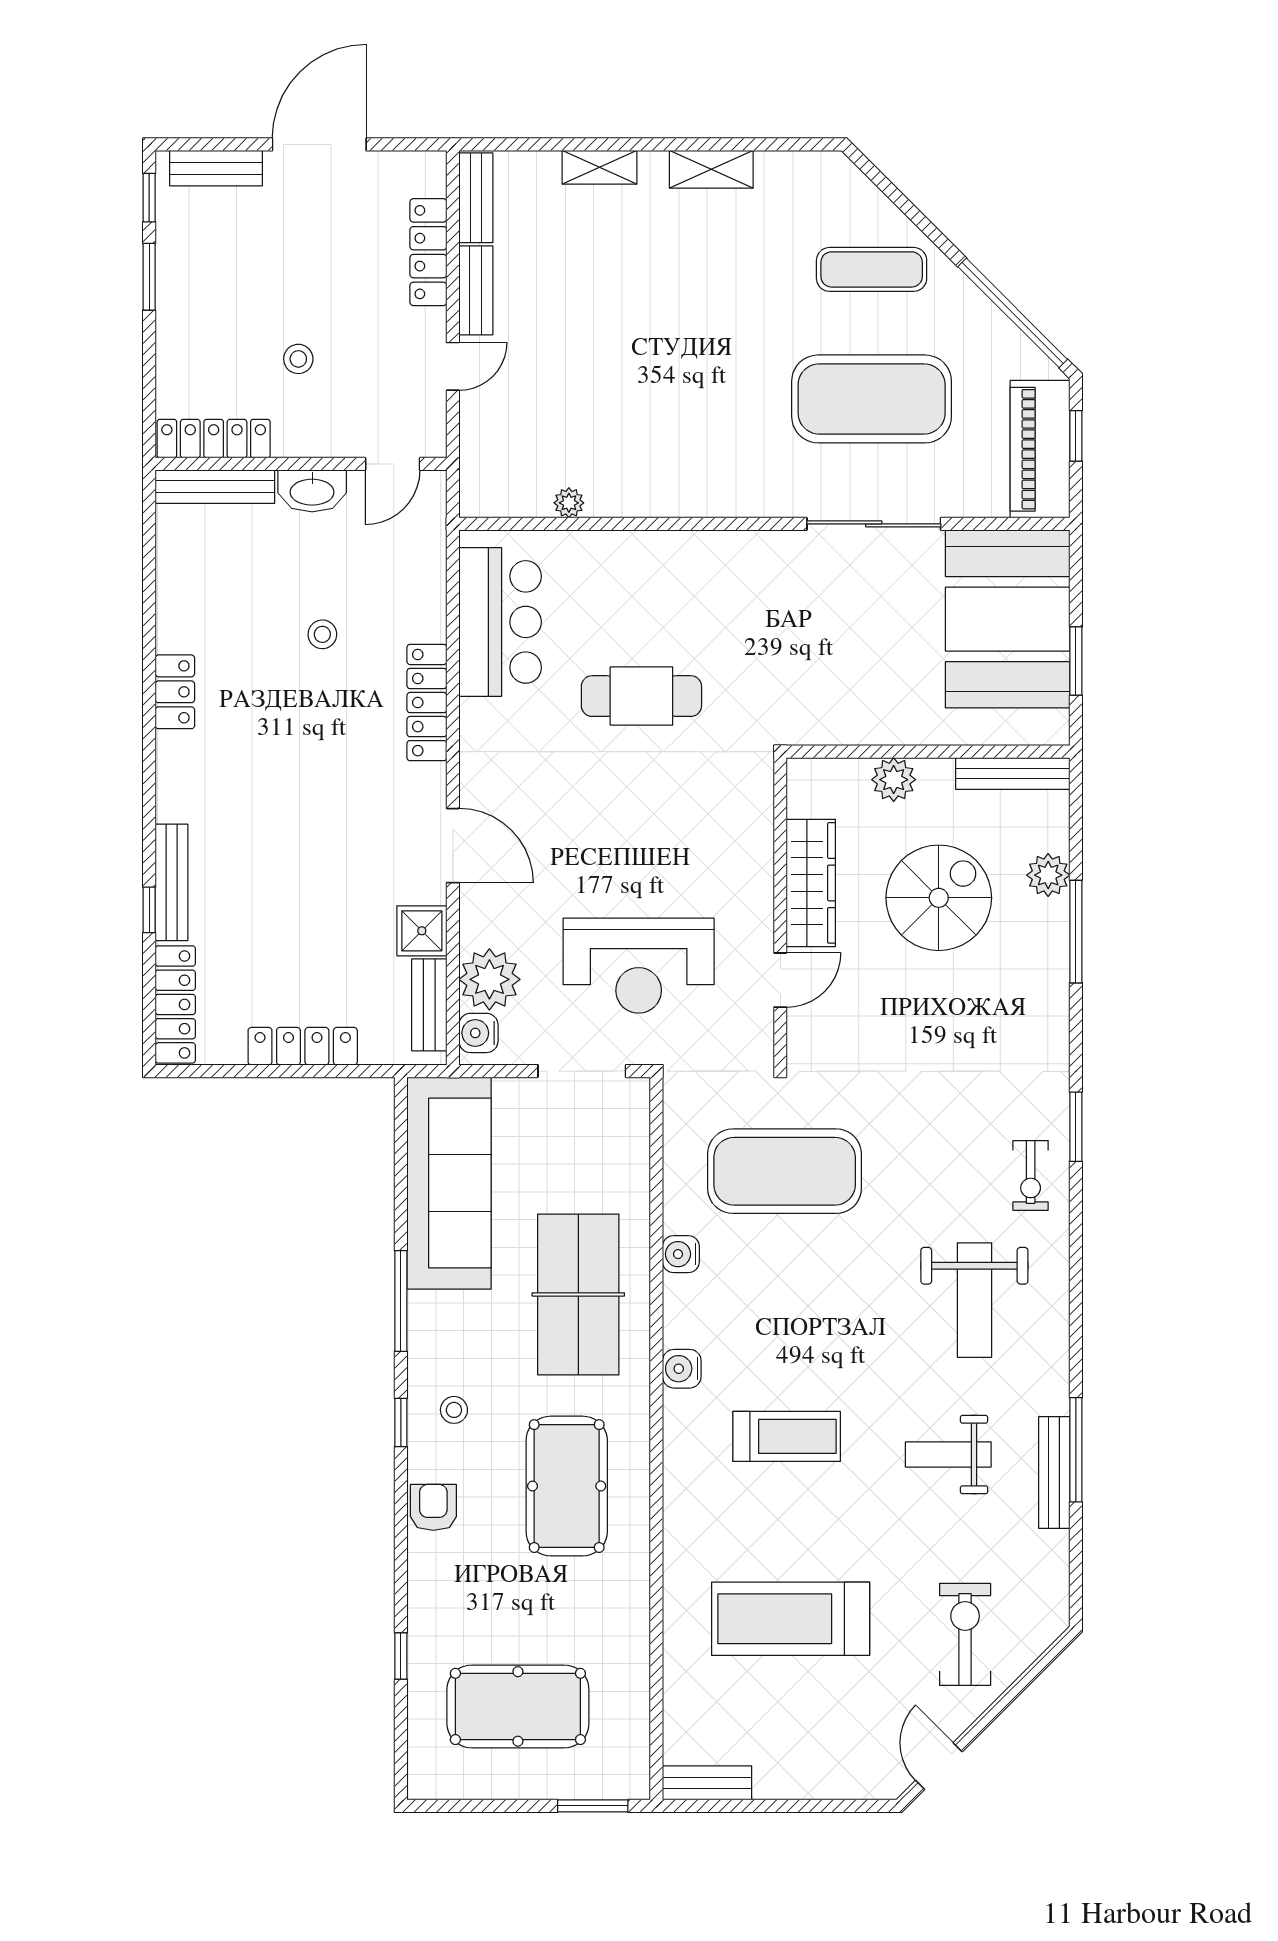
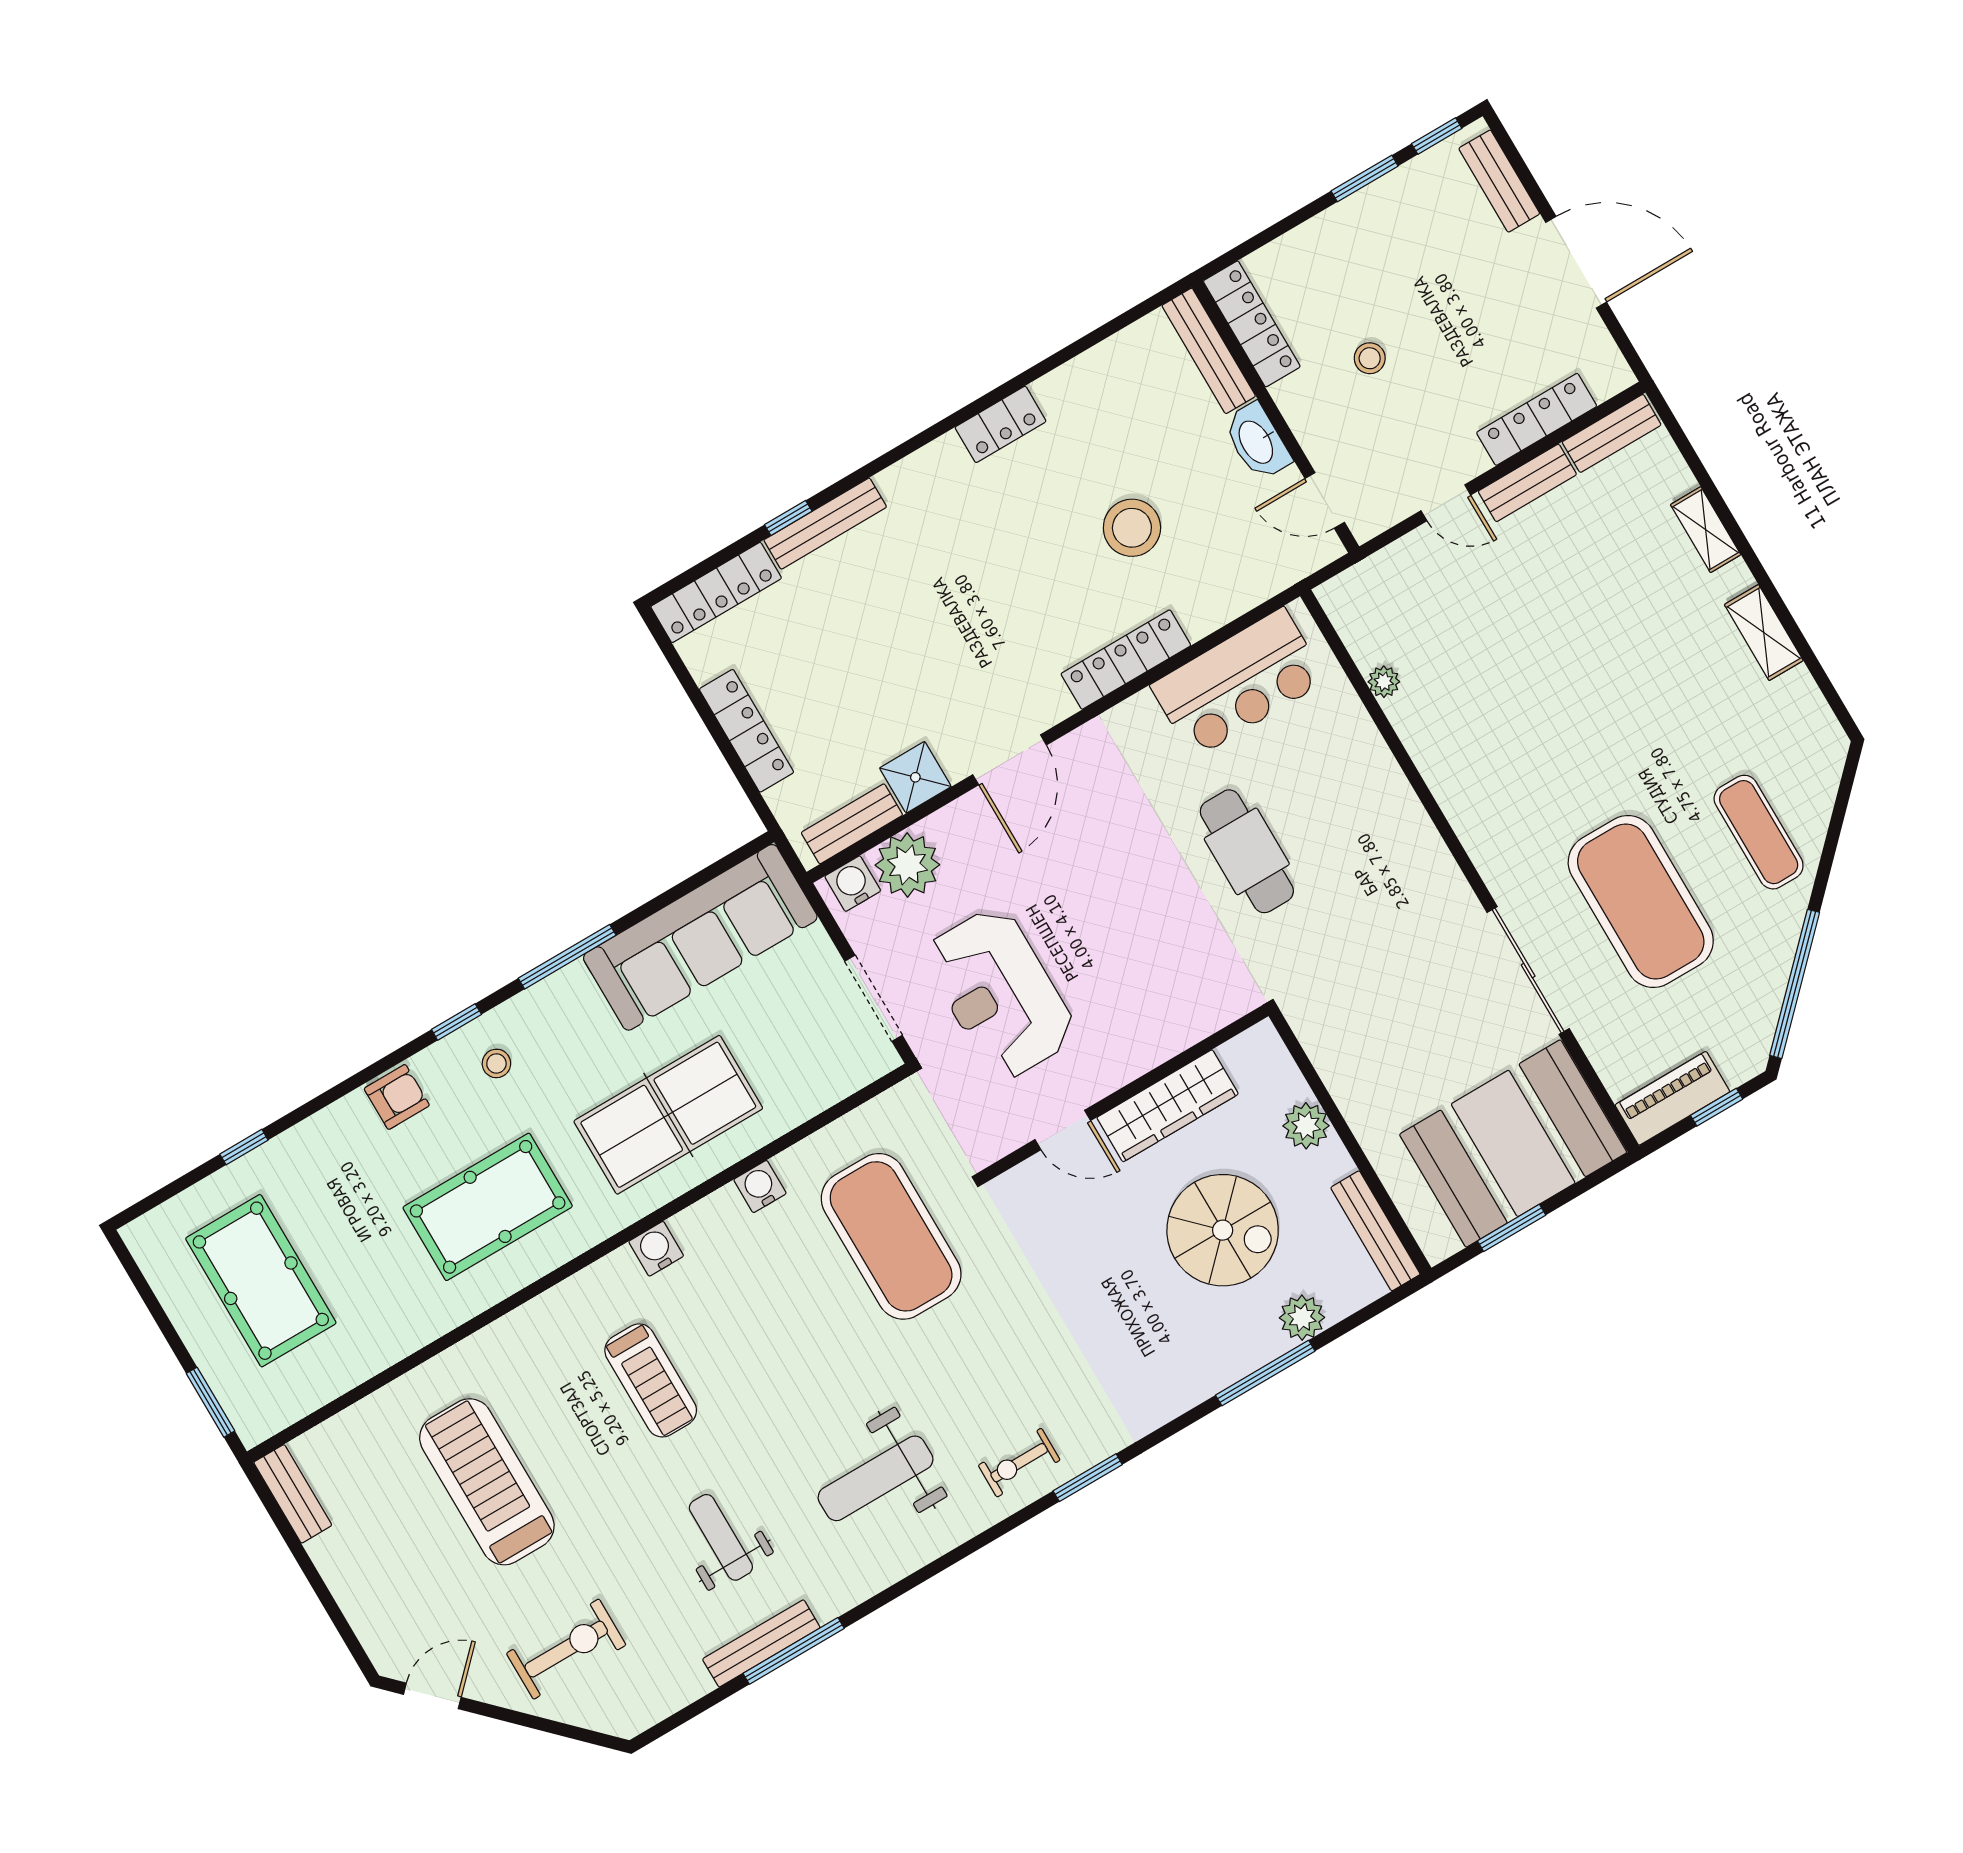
piano: (1040, 449) -> (1672, 1098), width x0.73, depth x0.75
stool: (322, 634) -> (1132, 528), width x1.89, depth x1.89

